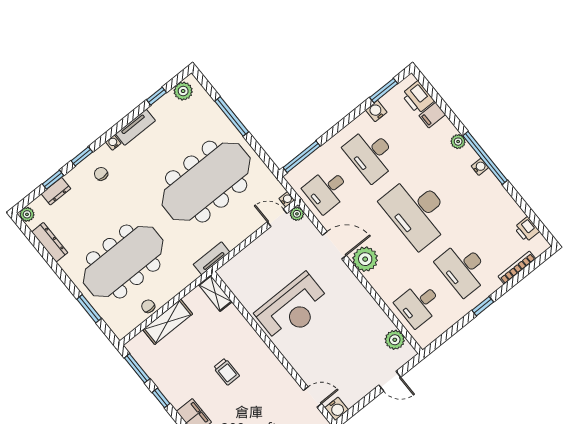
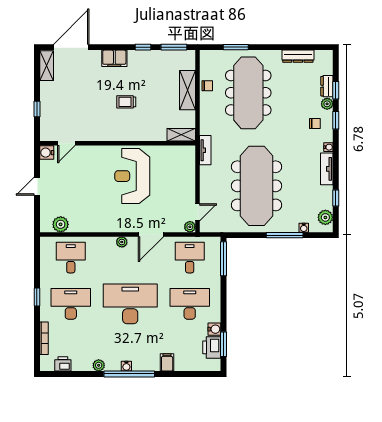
printer: (418, 98) -> (212, 347), moved, turned -90
filing cabinet: (432, 115) -> (167, 362), moved
plant: (458, 142) -> (99, 365), moved
water cooler: (287, 199) -> (304, 228), moved
plant: (27, 214) -> (327, 104), moved
plant: (365, 259) -> (122, 242), width x0.53, depth x0.53
door: (390, 381) -> (37, 186), moved

